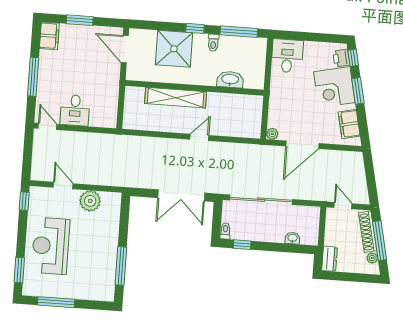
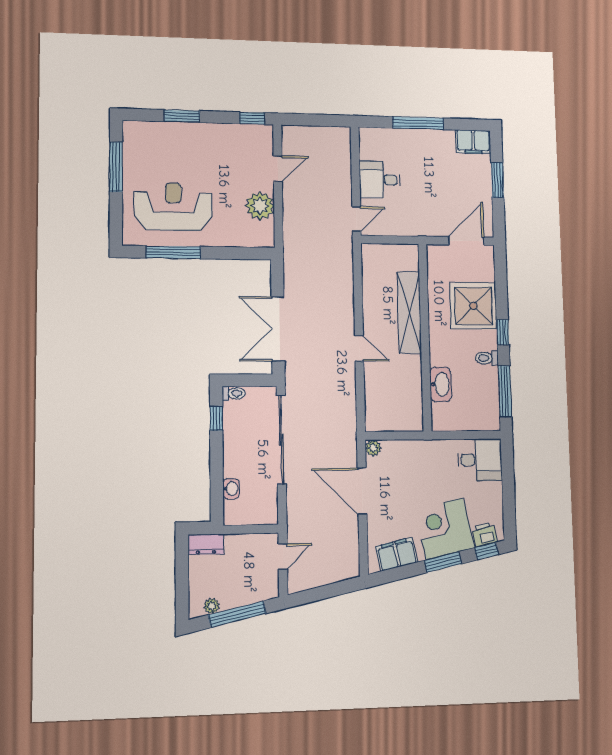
door: (47, 126) -> (356, 219), moved
shoe rack: (368, 232) -> (249, 596), removed
reception desk: (51, 246) -> (173, 207), moved
window: (19, 270) -> (182, 116), moved

